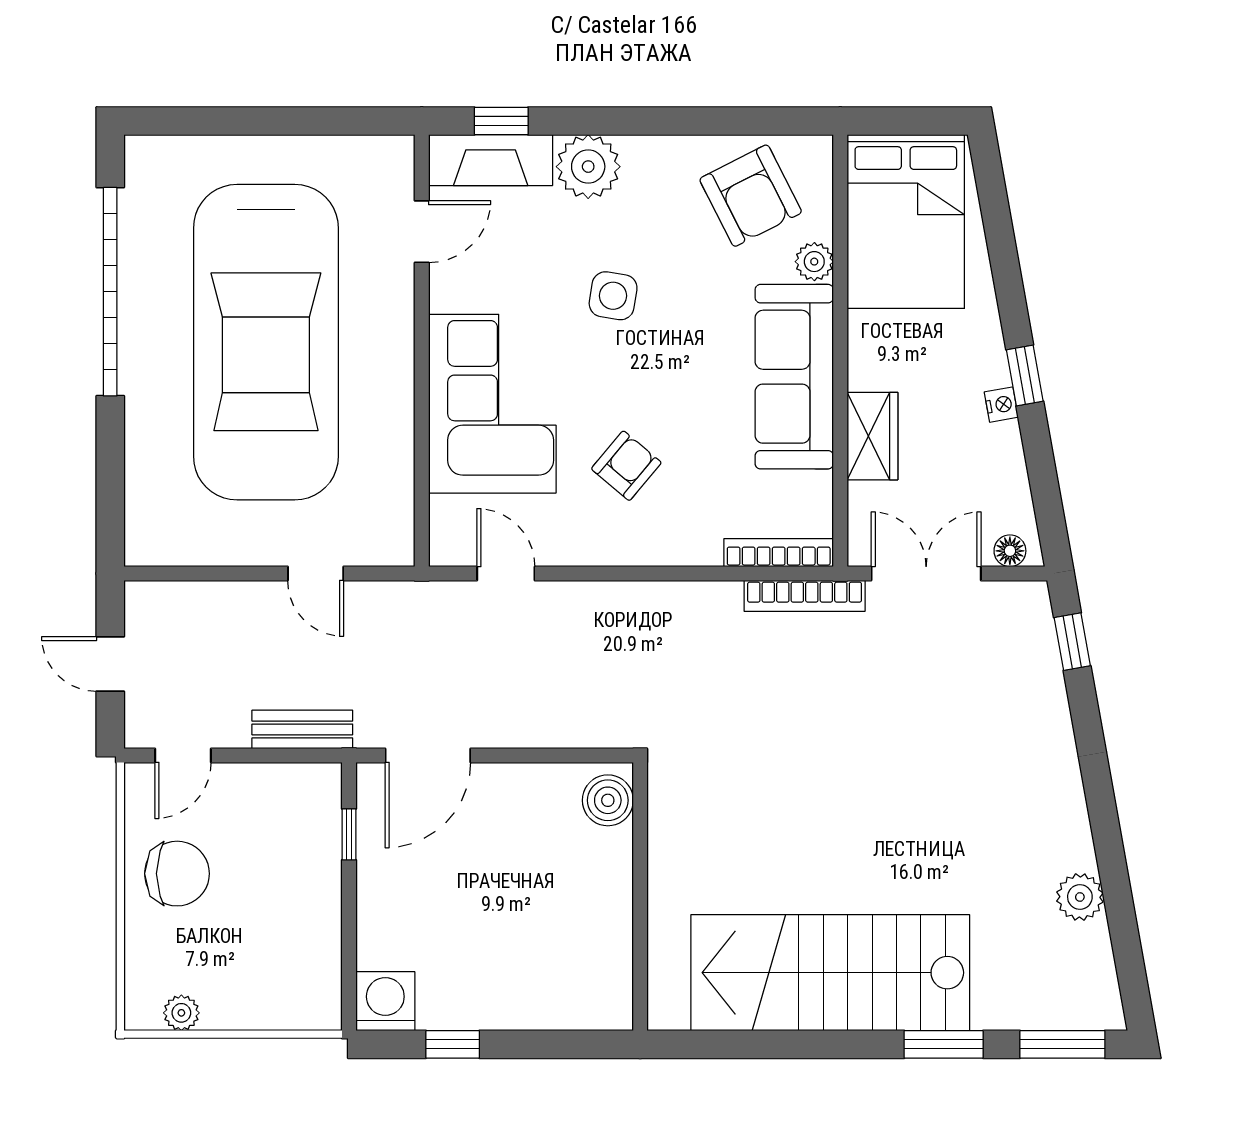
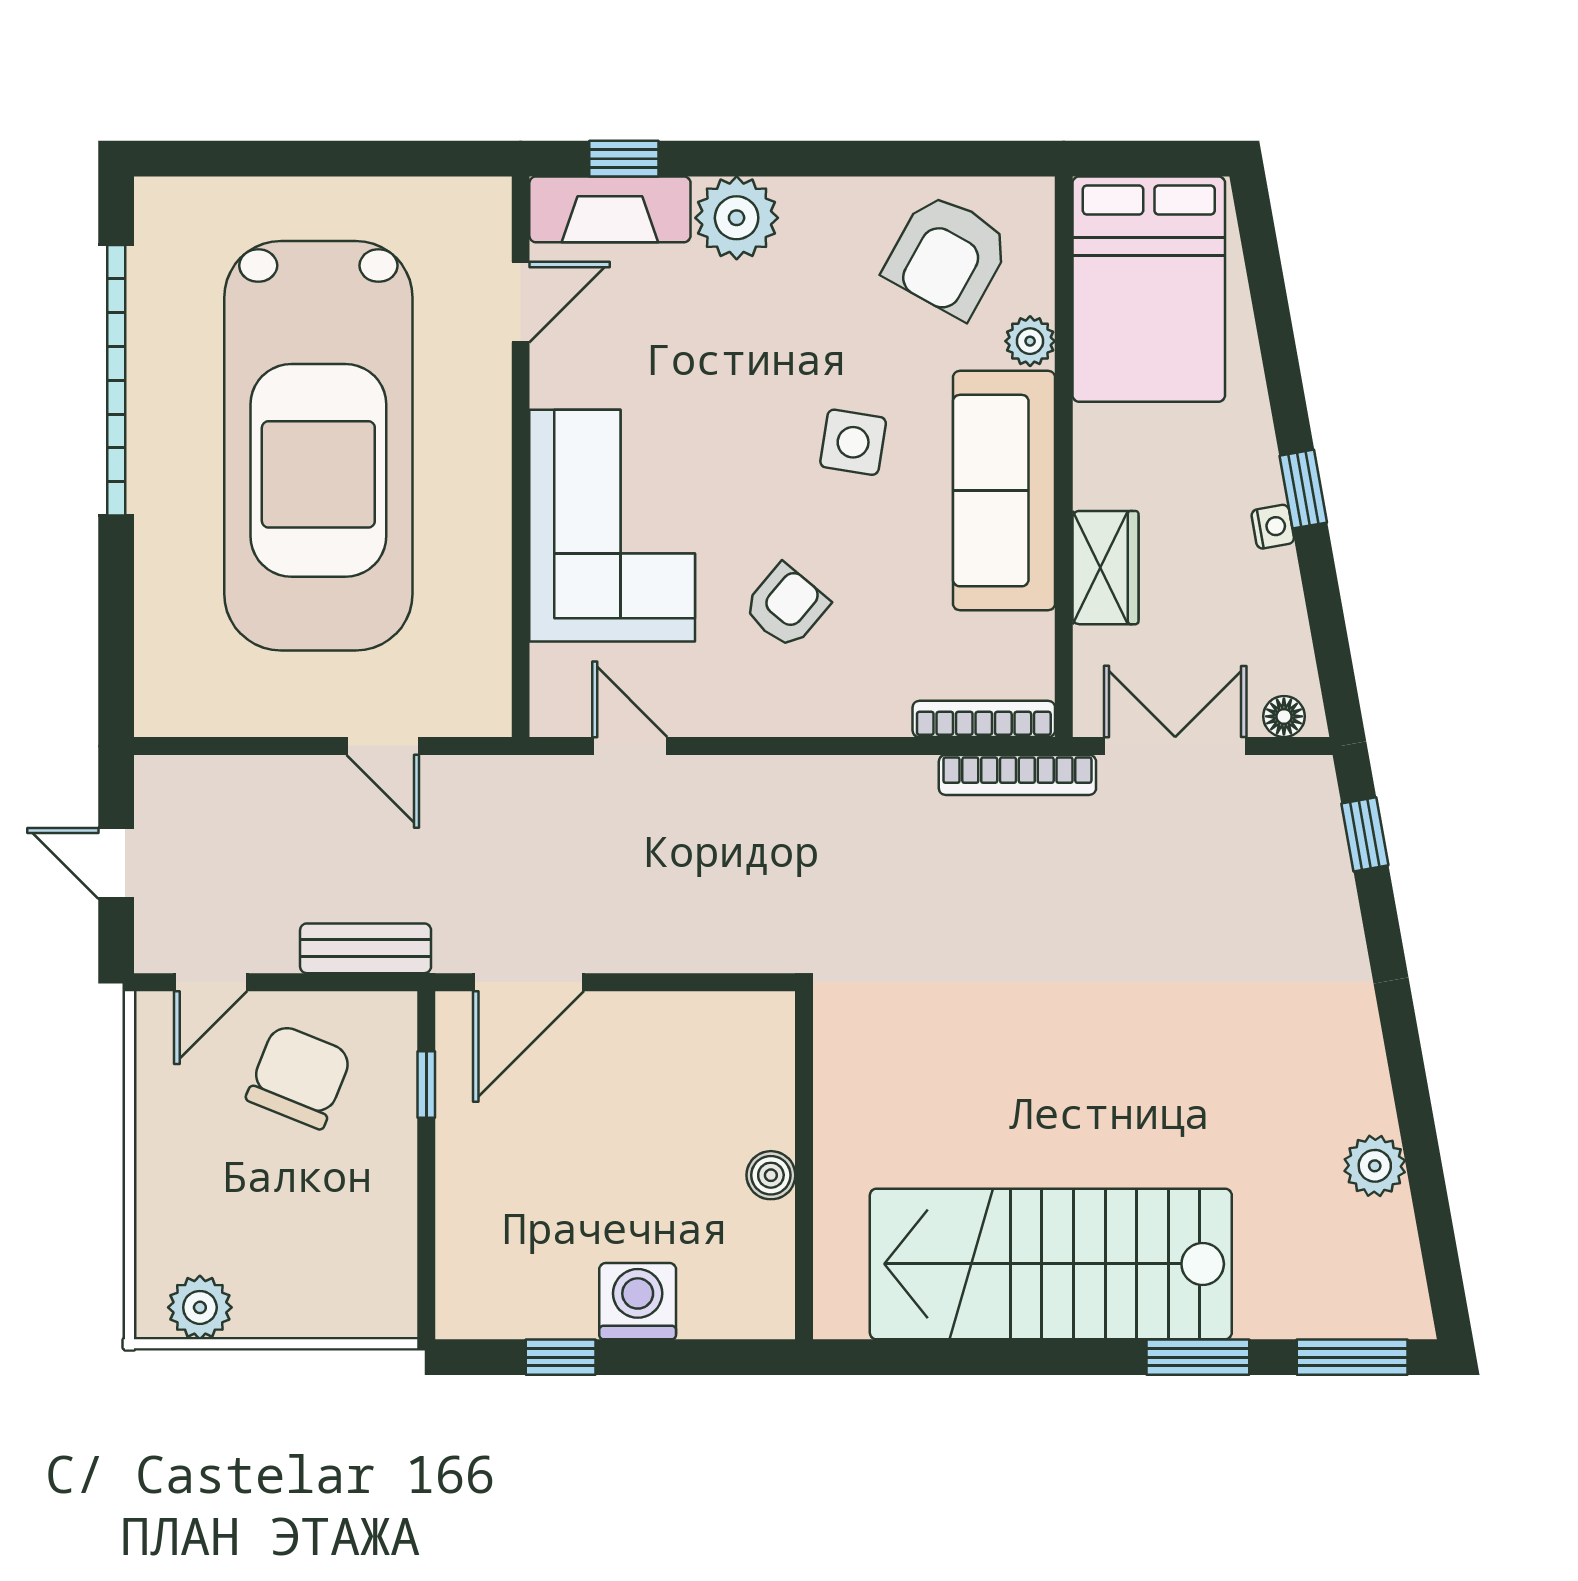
armchair: (751, 196) -> (947, 256), turned 56
side table: (613, 296) -> (853, 442), moved
boiler: (608, 800) -> (771, 1175), moved, width x0.73, depth x0.73
chair: (177, 874) -> (299, 1076), moved, turned -68
washing machine: (385, 1001) -> (638, 1301), moved
plant: (181, 1013) -> (200, 1307), width x1.38, depth x1.38

